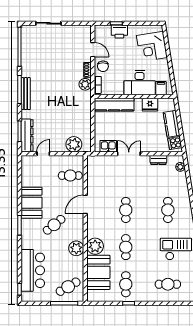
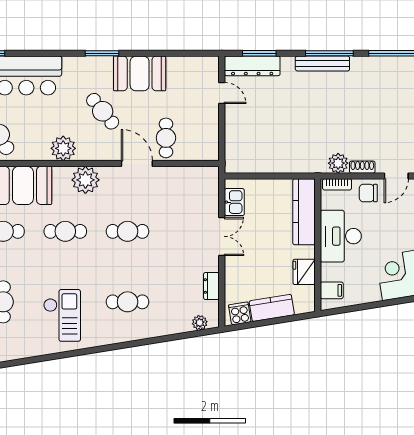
desk: (140, 83) -> (341, 236), moved
plant: (74, 144) -> (238, 144), removed
cafe table: (70, 176) -> (166, 138), moved
plant: (95, 246) -> (85, 180), moved

